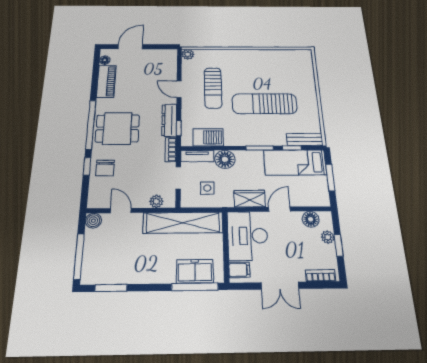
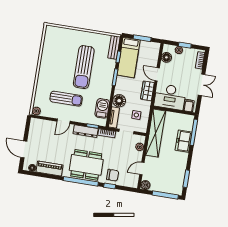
dining table: (117, 128) -> (86, 165), width x1.38
freezer: (195, 271) -> (184, 141), moved

